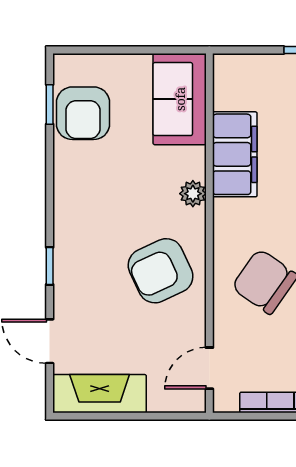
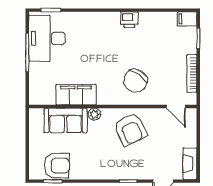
sofa: (180, 99) -> (66, 120), moved
fireplace: (100, 394) -> (190, 164), width x0.73, depth x0.76

